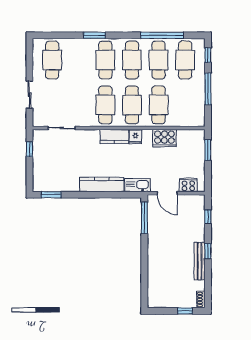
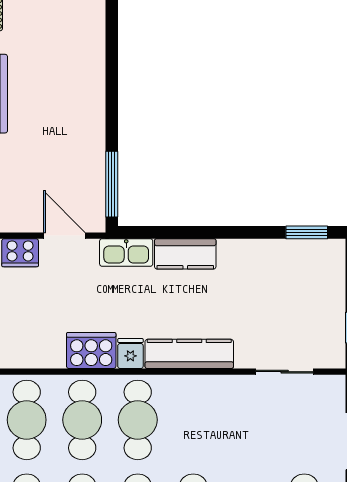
cafe table: (105, 105) -> (27, 420), moved
kitchen counter: (114, 137) -> (189, 354), width x1.50
cooker: (164, 138) -> (91, 350), moved
kitchen counter: (102, 184) -> (185, 254), width x0.67

